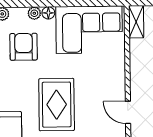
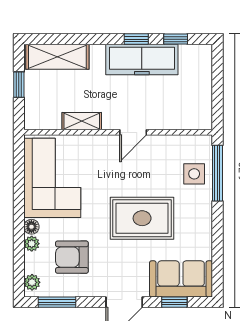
shelving: (136, 22) -> (82, 121), moved
door: (128, 112) -> (133, 132), moved

